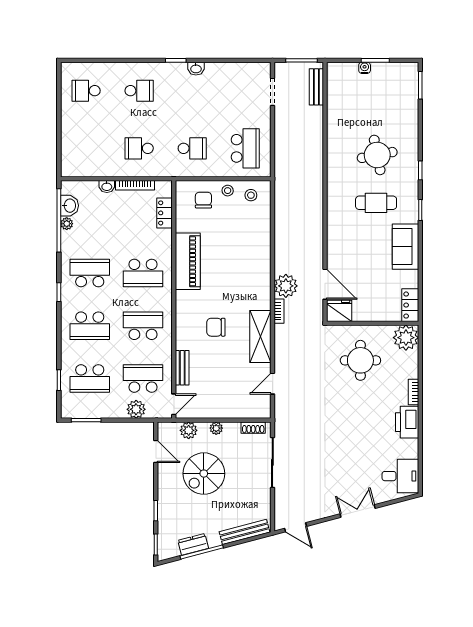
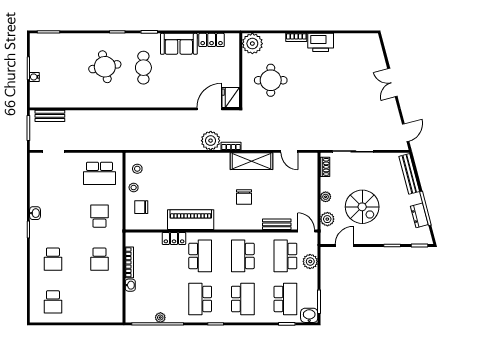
school desk: (139, 91) -> (53, 259), turned 180
school desk: (245, 148) -> (99, 173), turned 180
washbasin: (69, 206) -> (309, 315), moved
locker: (165, 213) -> (174, 238), moved
locker: (410, 305) -> (212, 40), moved
desk: (400, 476) -> (364, 48), removed

